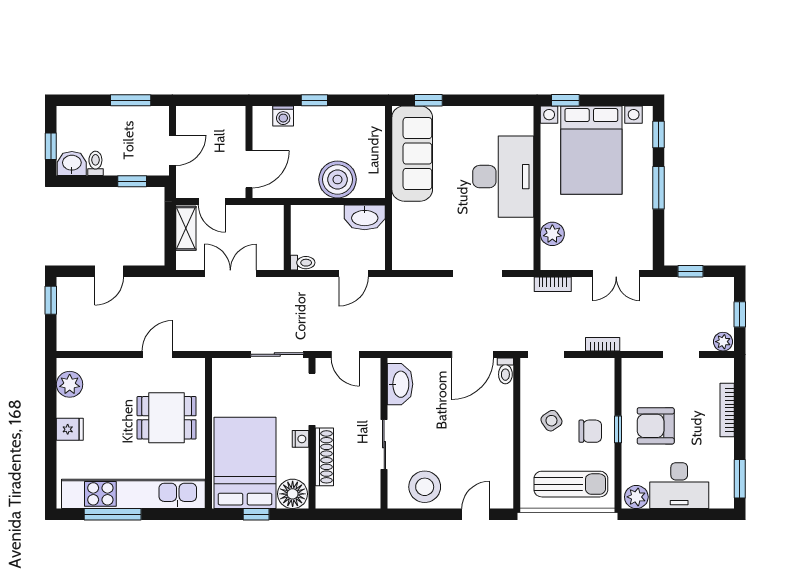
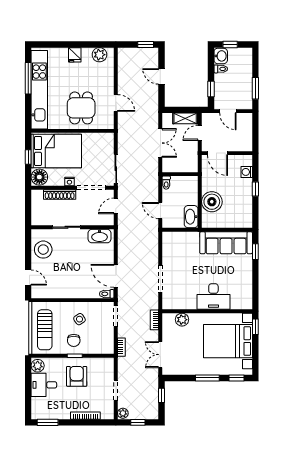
desk: (503, 177) -> (213, 297), width x0.73, depth x0.77
desk: (679, 486) -> (44, 385), width x0.73

